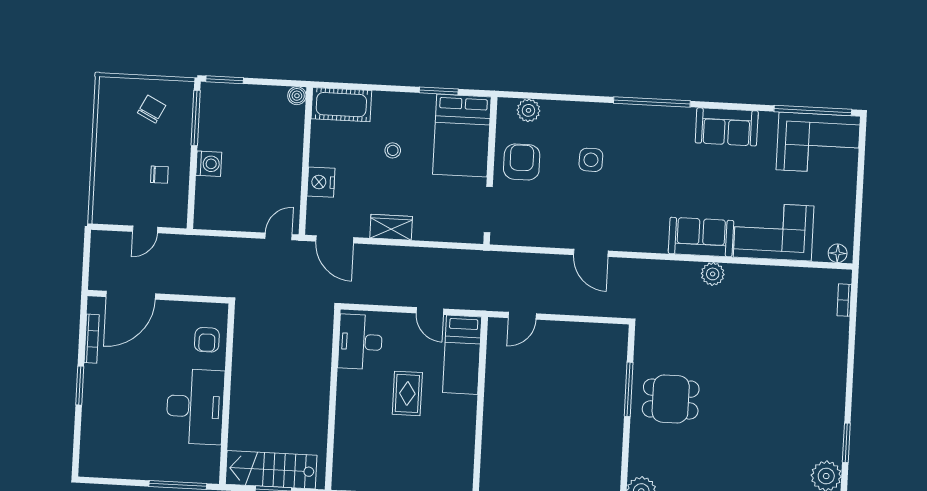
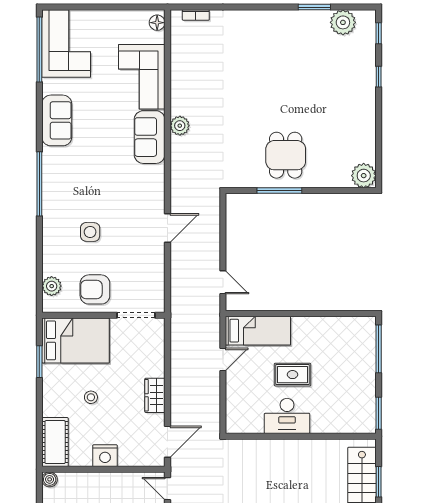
nightstand: (321, 182) -> (105, 456), moved
desk: (360, 342) -> (287, 416), moved

